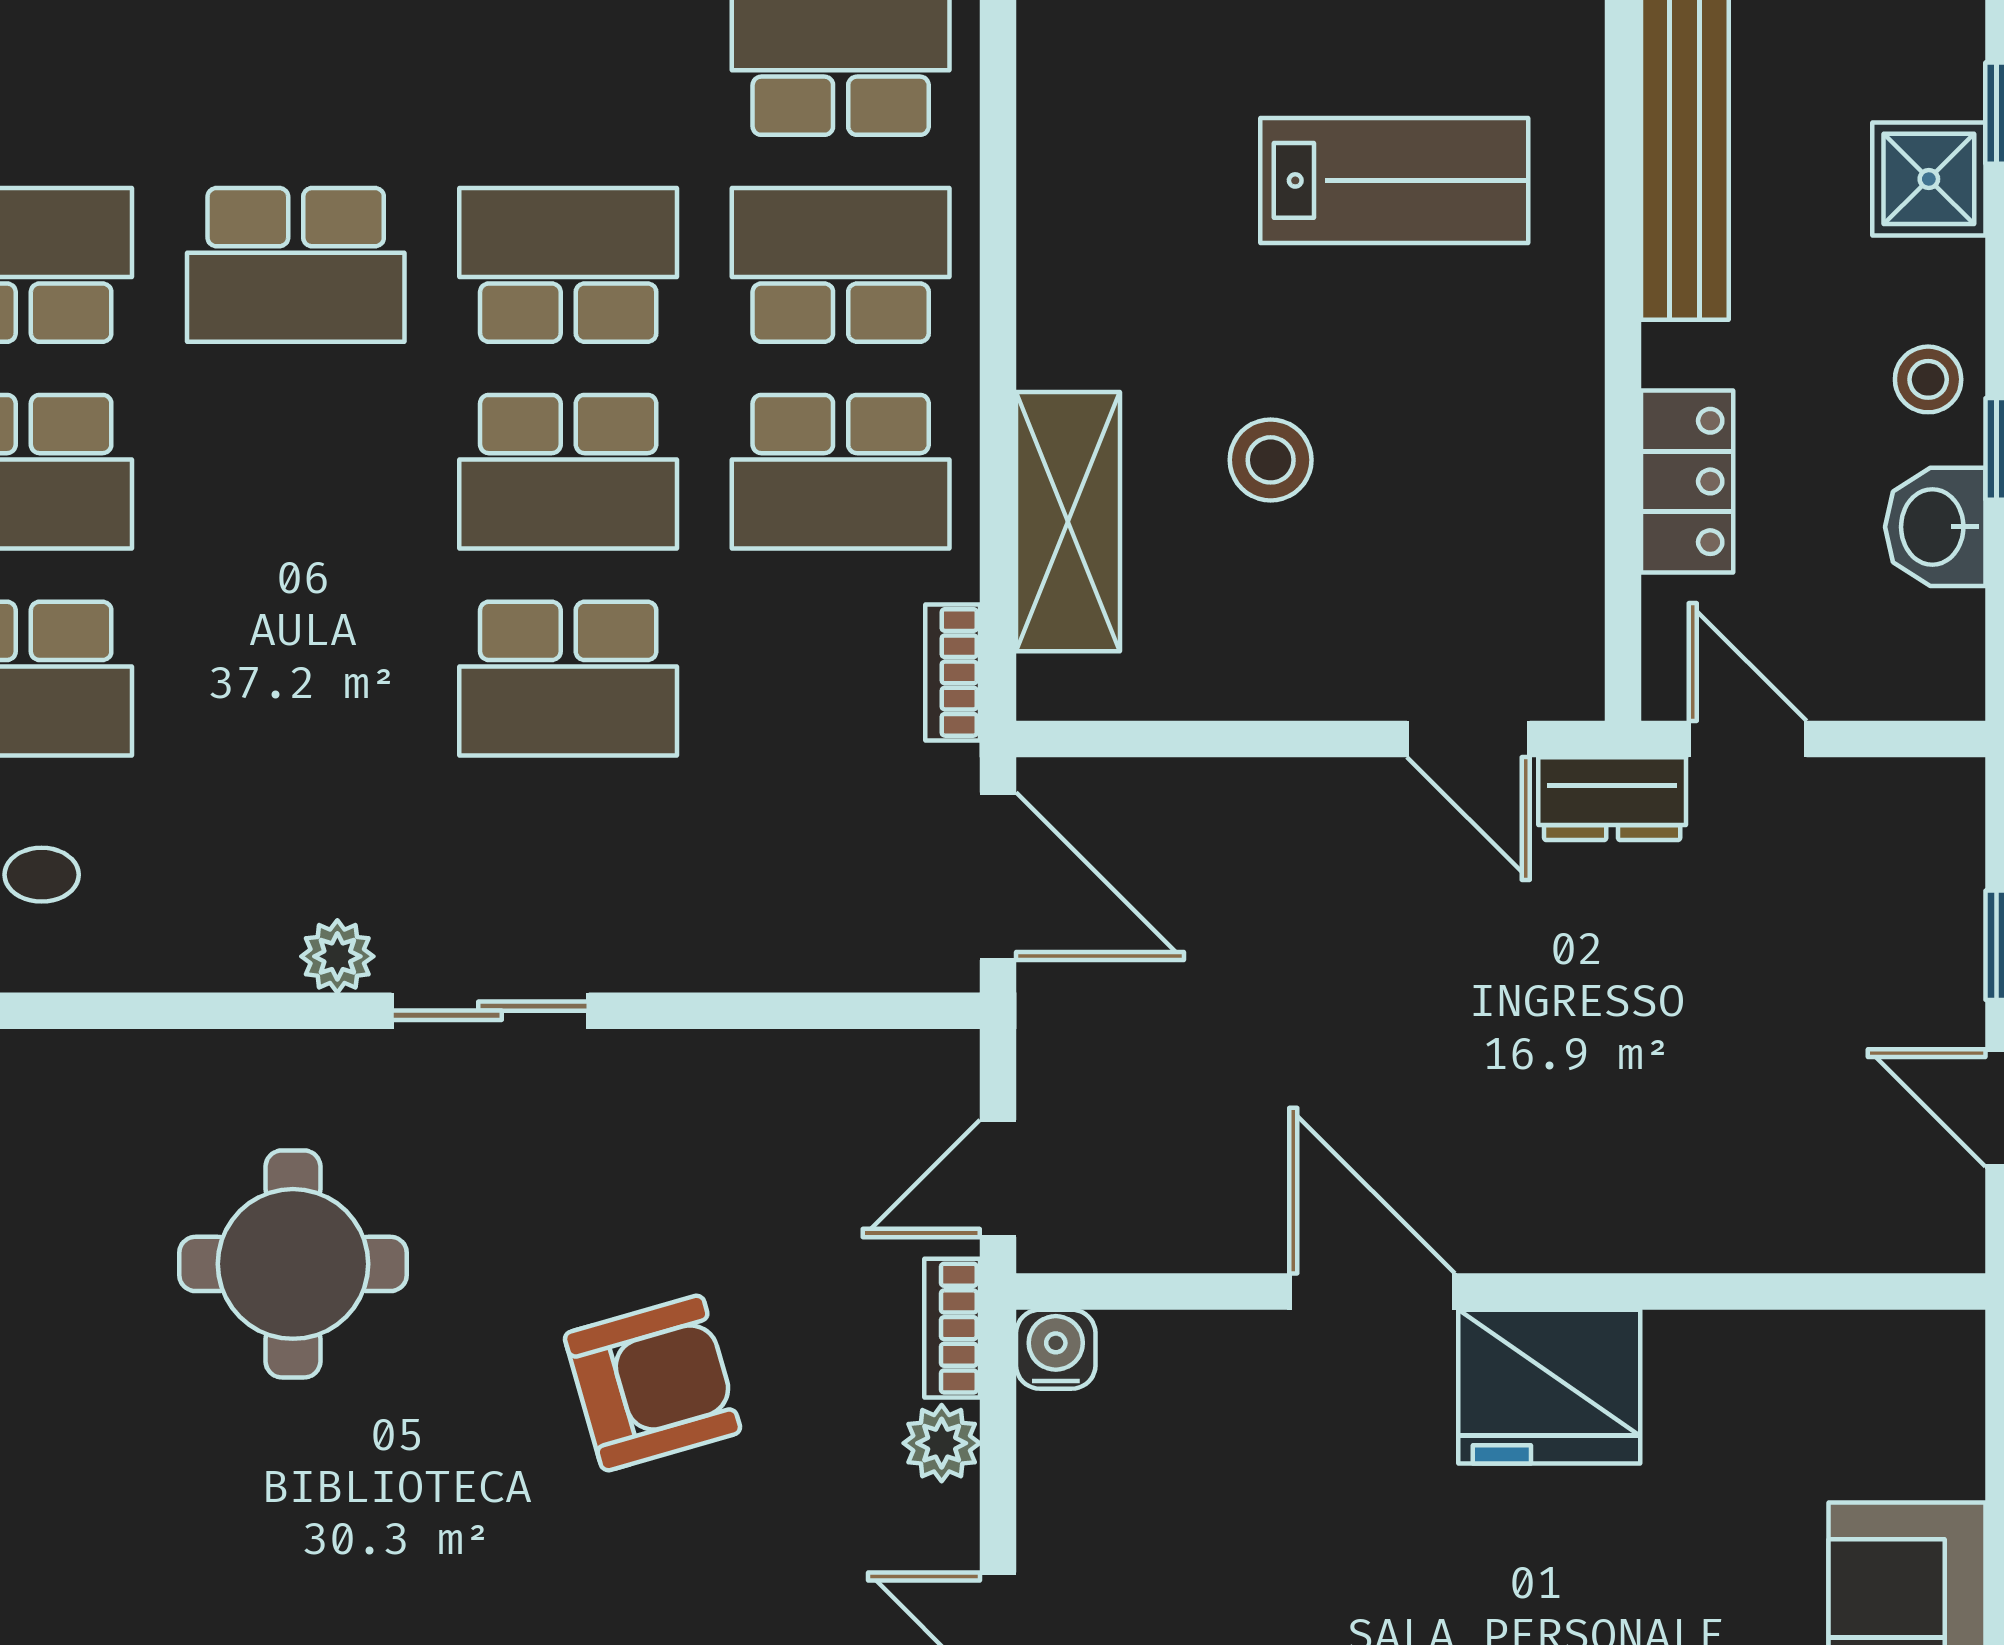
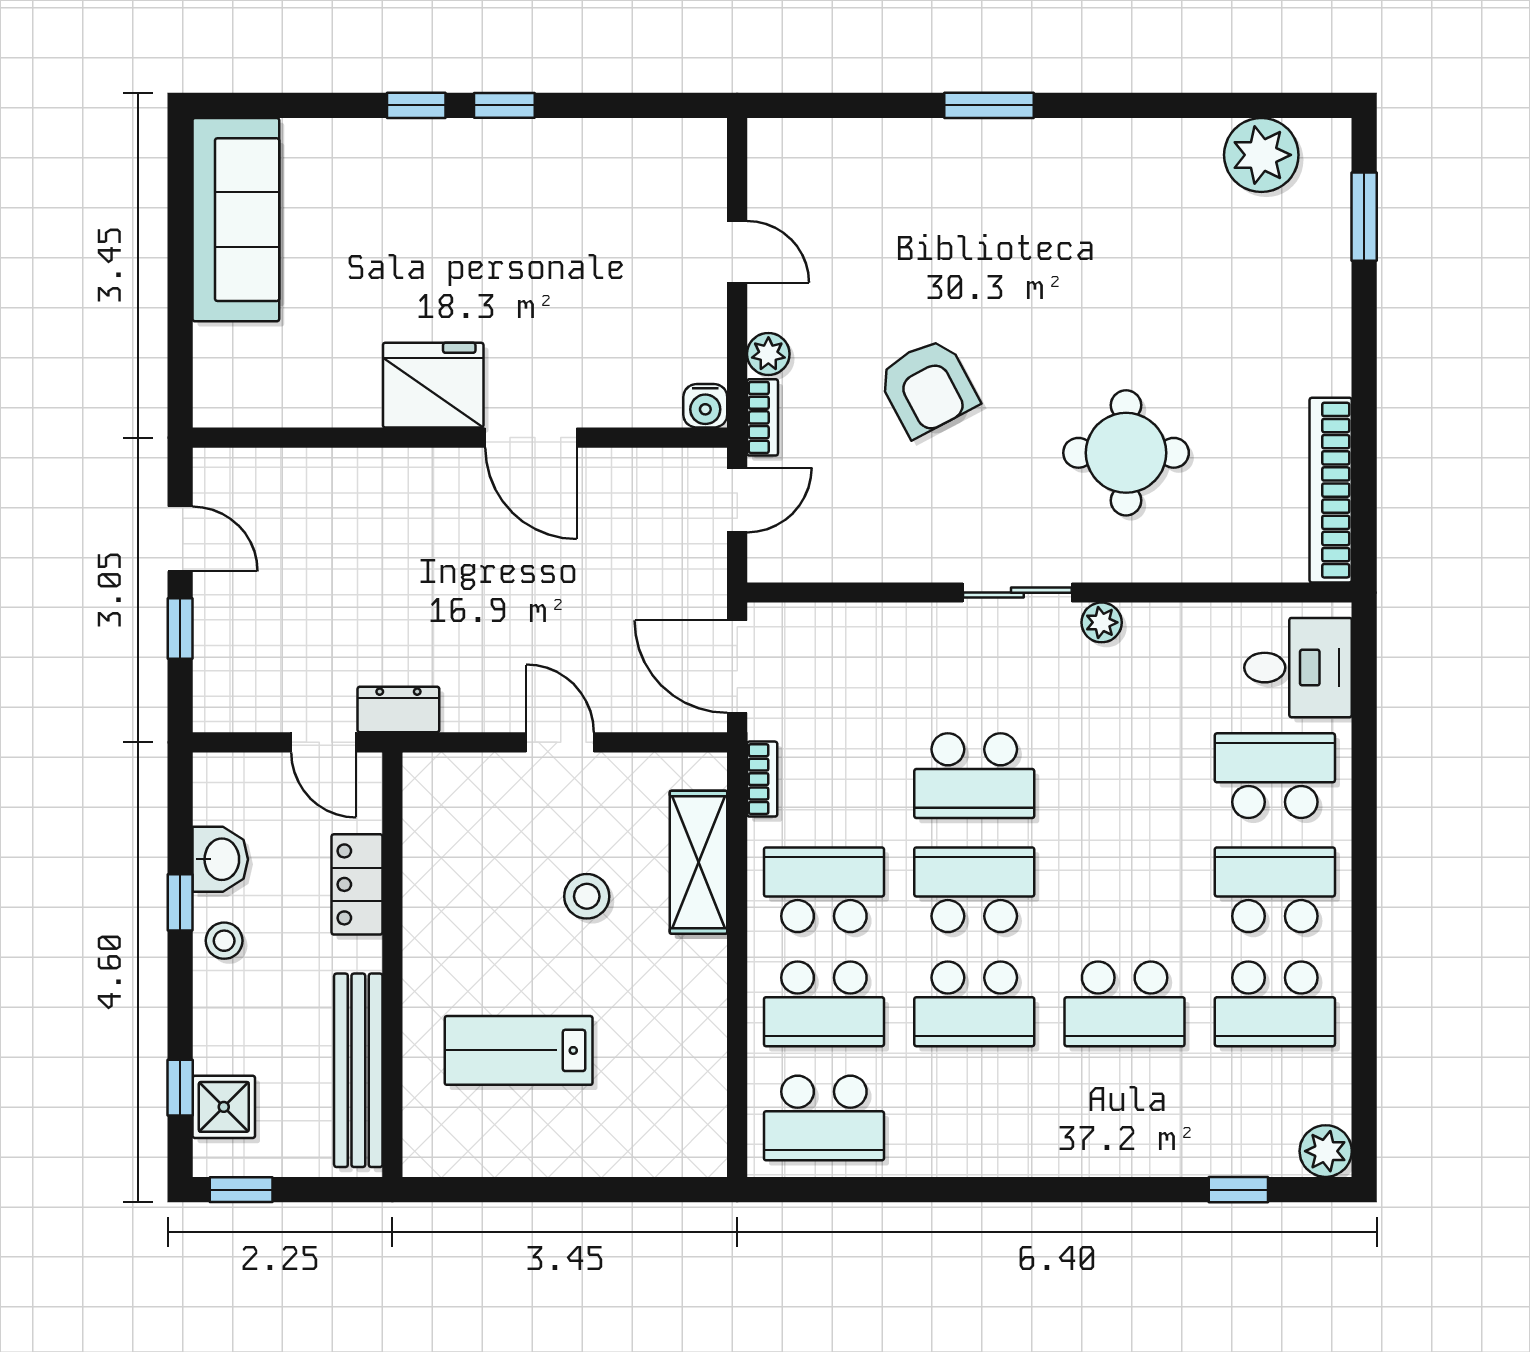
shower: (1929, 179) -> (224, 1107), moved
school desk: (296, 265) -> (1125, 1004), turned 180
school desk: (568, 679) -> (974, 776), turned 180
door: (1468, 739) -> (560, 742), moved
armchair: (653, 1383) -> (928, 387), turned -102

